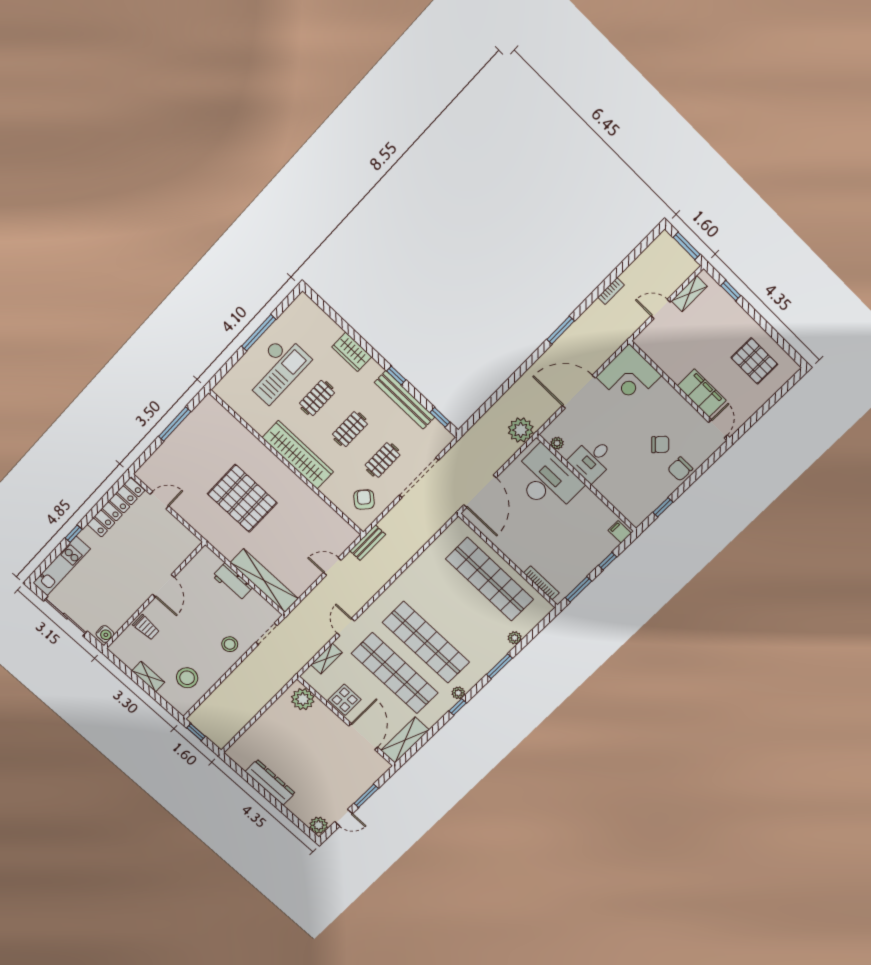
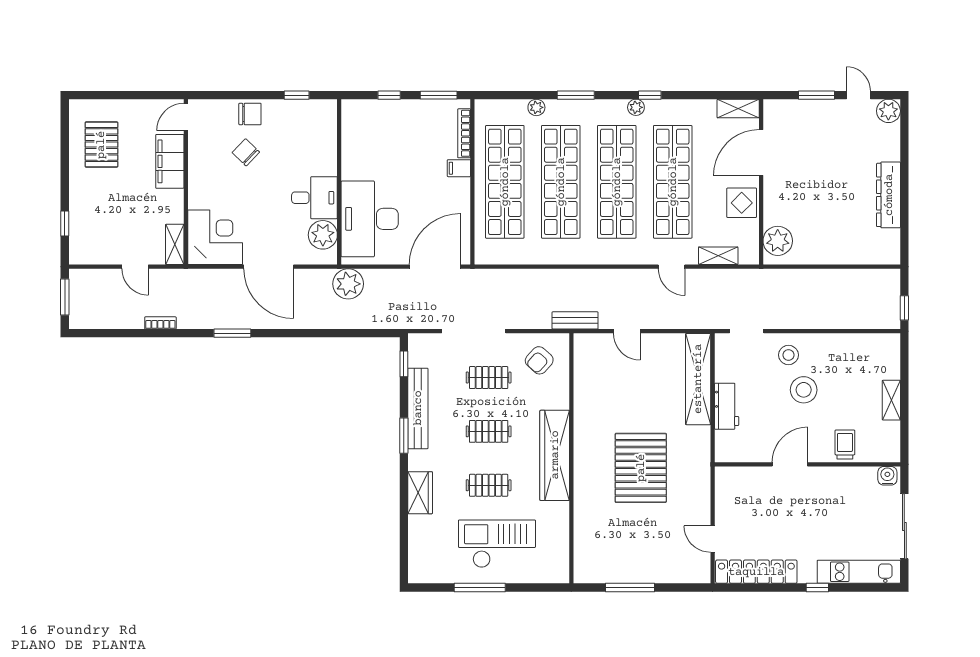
shelving: (689, 294) -> (175, 244), moved, turned 90
window: (396, 375) -> (404, 436), width x1.50
plant: (557, 443) -> (323, 235), width x1.88, depth x1.88
filing cabinet: (620, 532) -> (459, 168), moved, turned 90
shop shelf: (458, 611) -> (561, 182), added
door: (346, 627) -> (672, 267), hinge flipped
stool: (187, 678) -> (804, 390), moved
shelving: (405, 740) -> (738, 108), width x0.67, depth x0.75

